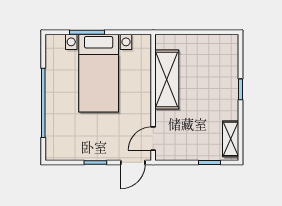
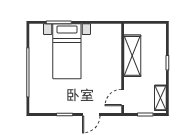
shelving: (167, 79) -> (132, 56), moved
wall: (153, 97) -> (123, 68), moved
door: (153, 139) -> (123, 98), moved

